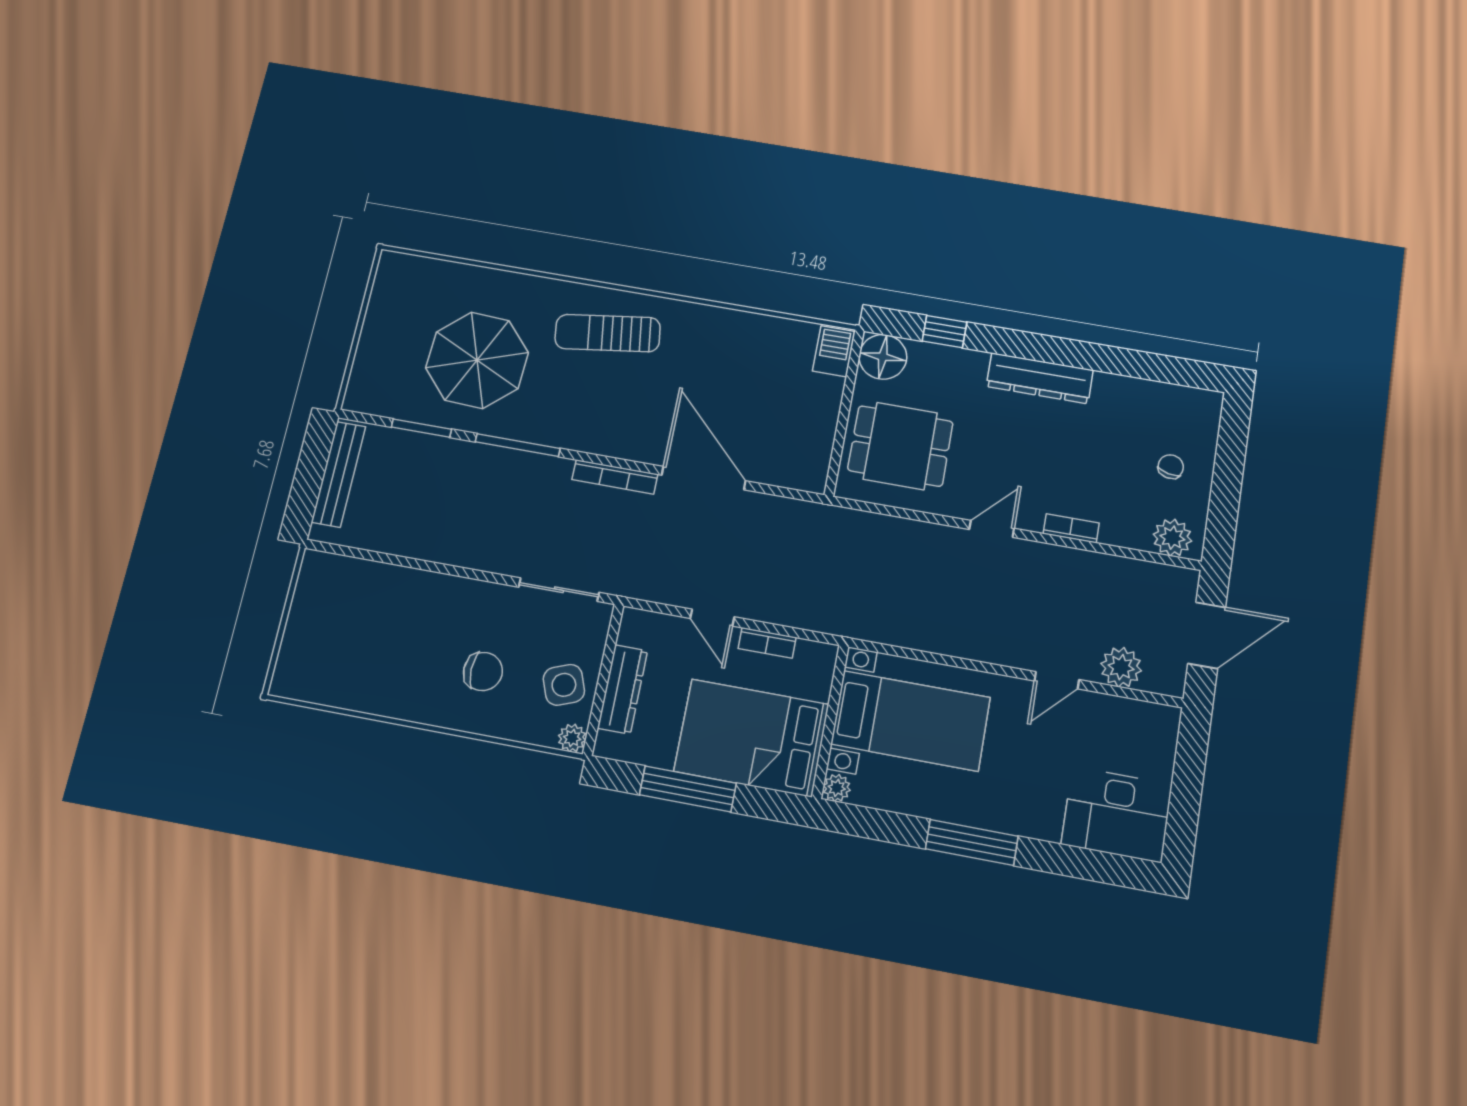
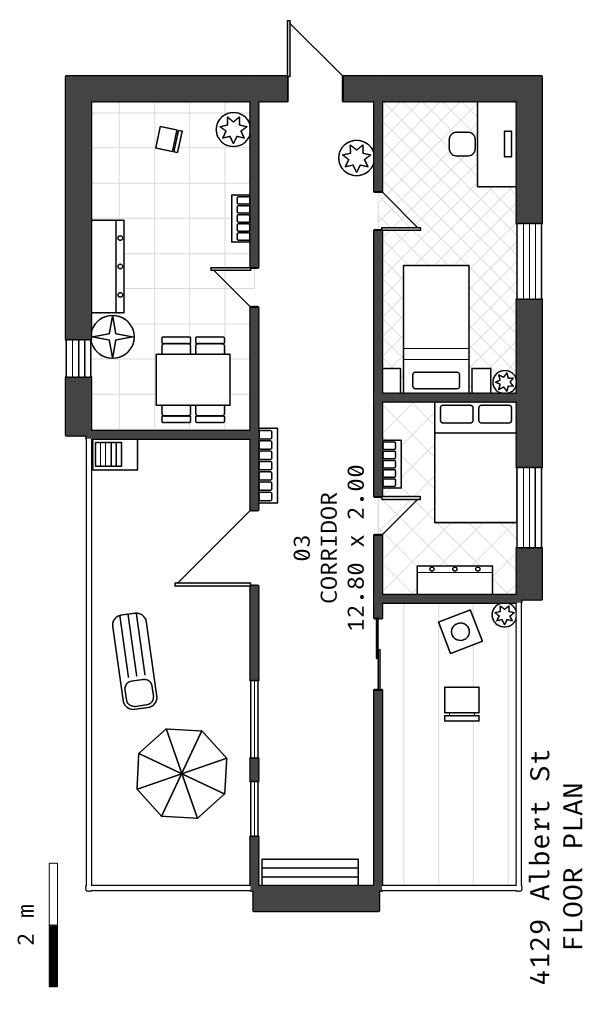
floor lamp: (883, 357) -> (113, 337), moved
bookcase: (615, 477) -> (268, 466), moved

